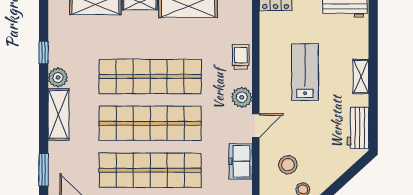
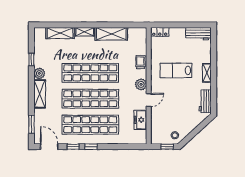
lab bench: (305, 72) -> (176, 70), turned -90
stool: (288, 165) -> (167, 122), removed

